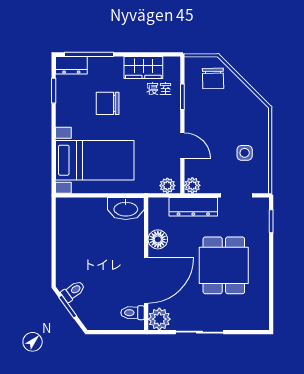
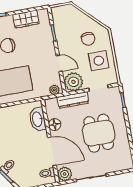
chair: (213, 78) -> (88, 39), moved
side table: (245, 153) -> (99, 61), width x1.87, depth x1.87
plant: (192, 185) -> (73, 82), width x1.88, depth x1.88
washbasin: (126, 208) -> (38, 119), moved, turned 90
door: (146, 280) -> (52, 151), hinge flipped

